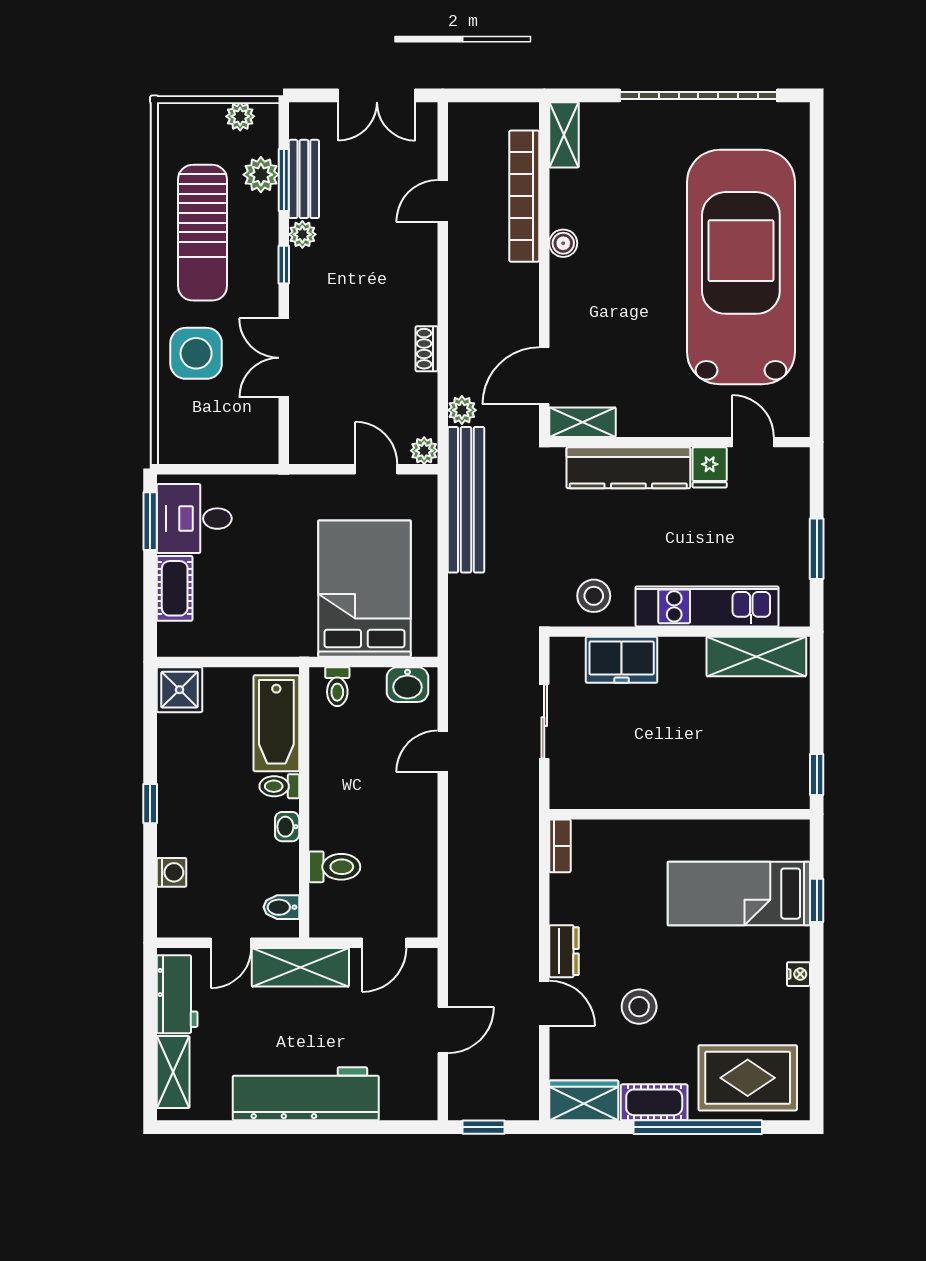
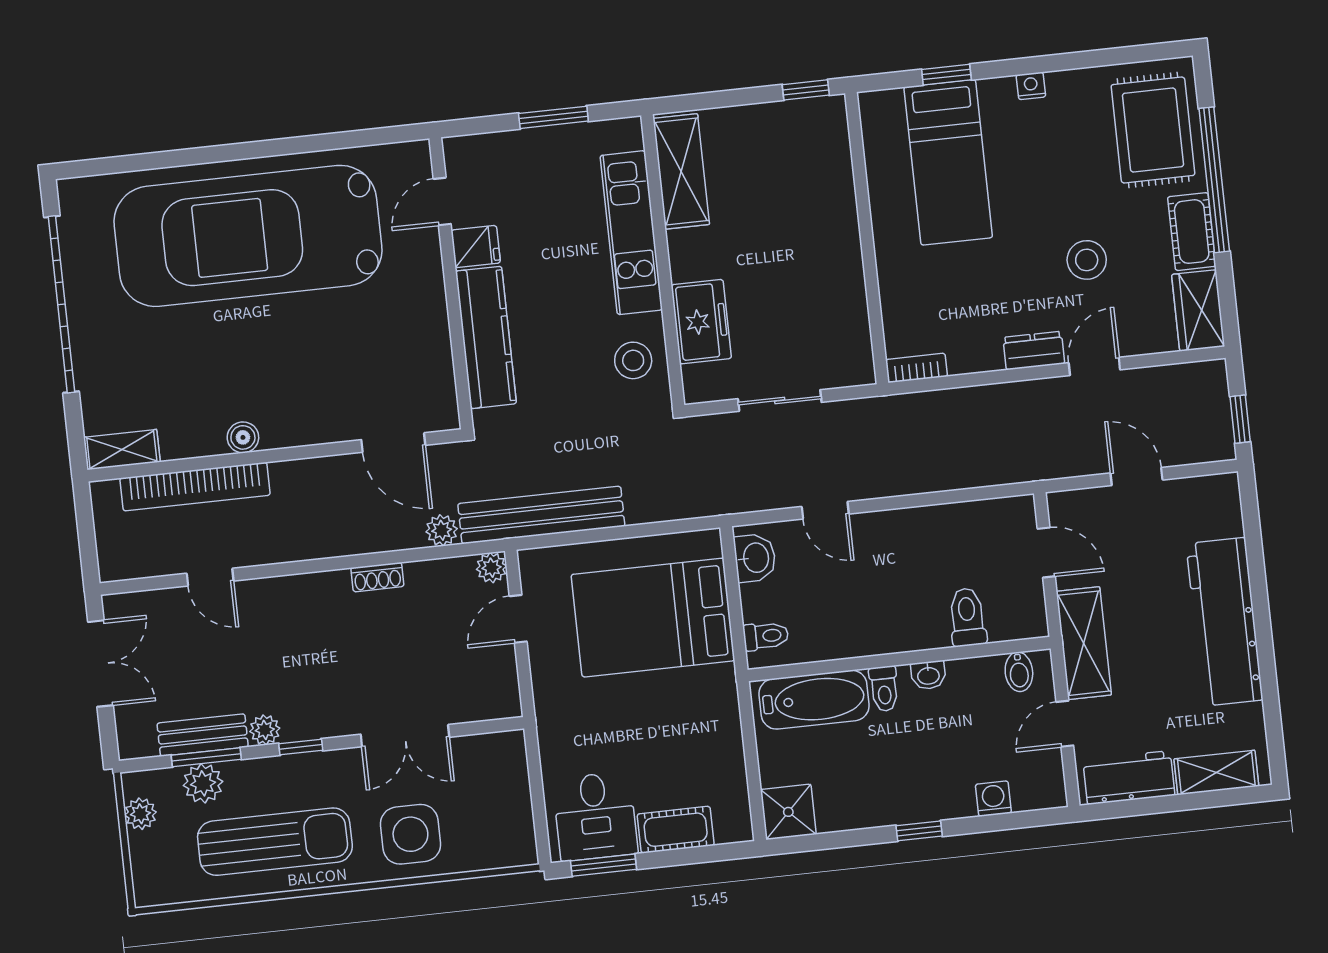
shelving: (582, 422) -> (441, 394), removed
door: (231, 943) -> (1065, 724), swing flipped

